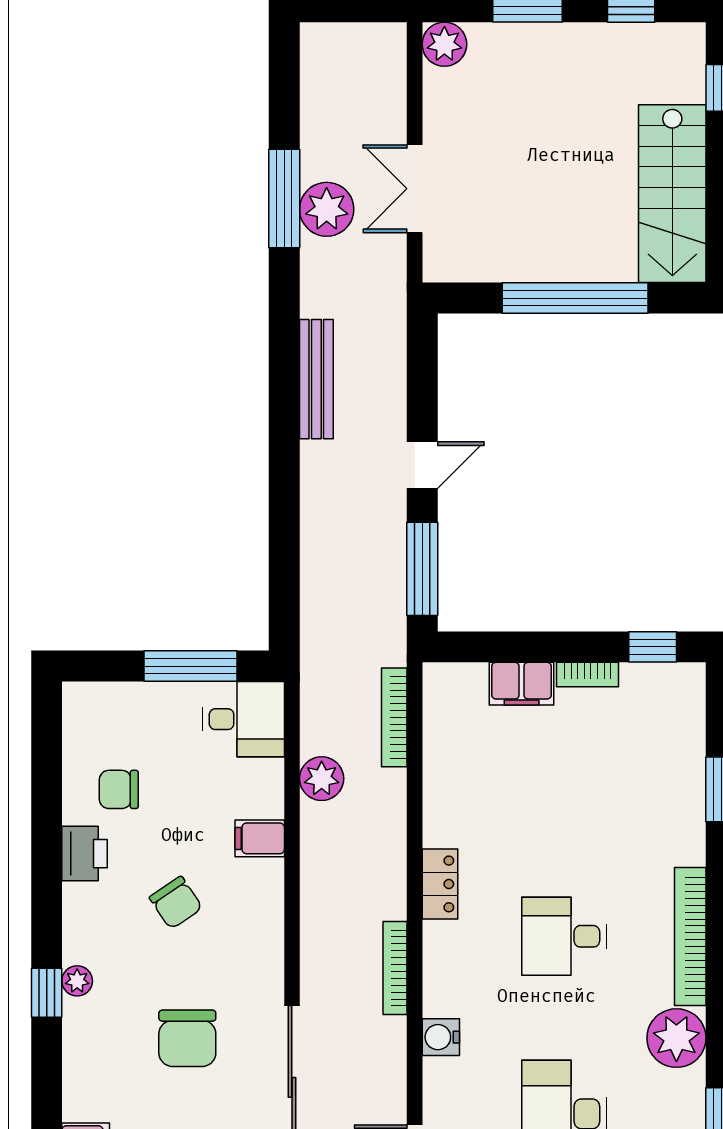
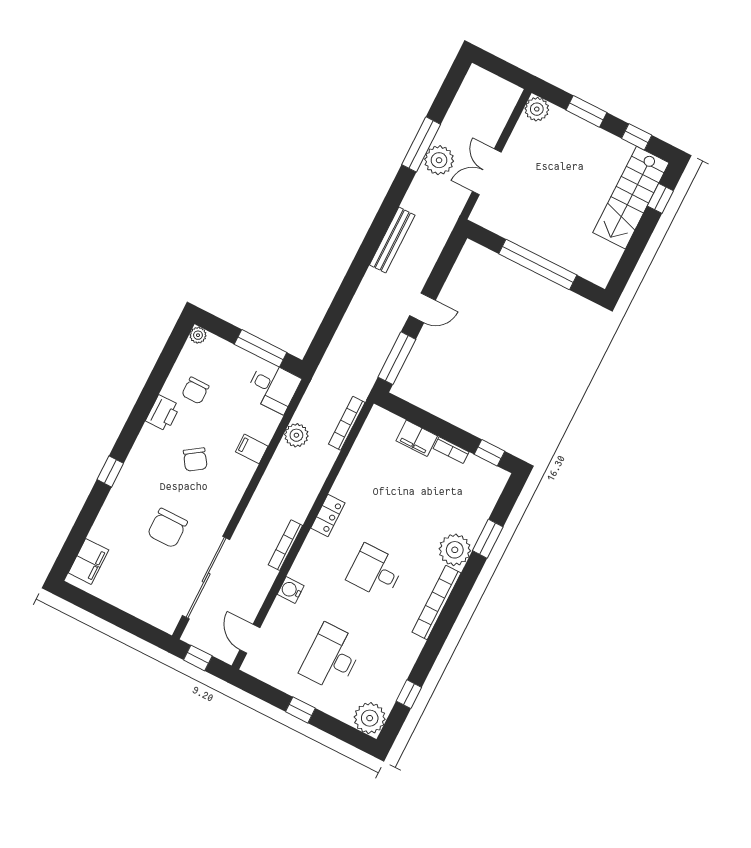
stairs: (672, 194) -> (631, 198), moved
chair: (119, 789) -> (195, 390), turned -90
plant: (77, 981) -> (198, 335), moved
plant: (676, 1038) -> (455, 550), moved

